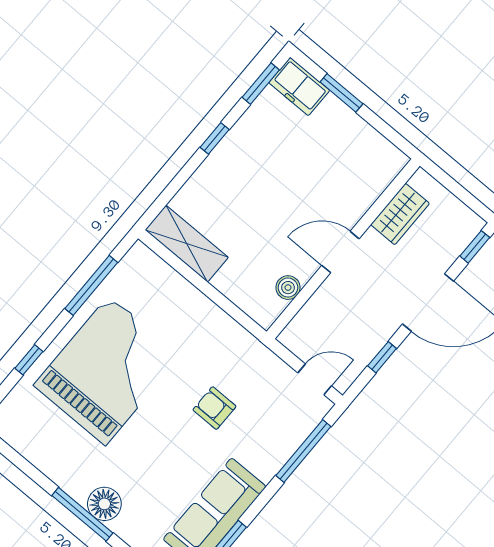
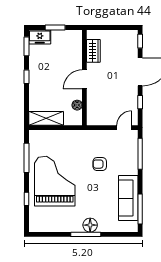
wardrobe: (400, 214) -> (93, 51), moved
wall: (343, 249) -> (84, 78), moved
door: (340, 252) -> (84, 79), moved
boiler: (288, 288) -> (77, 105), moved

